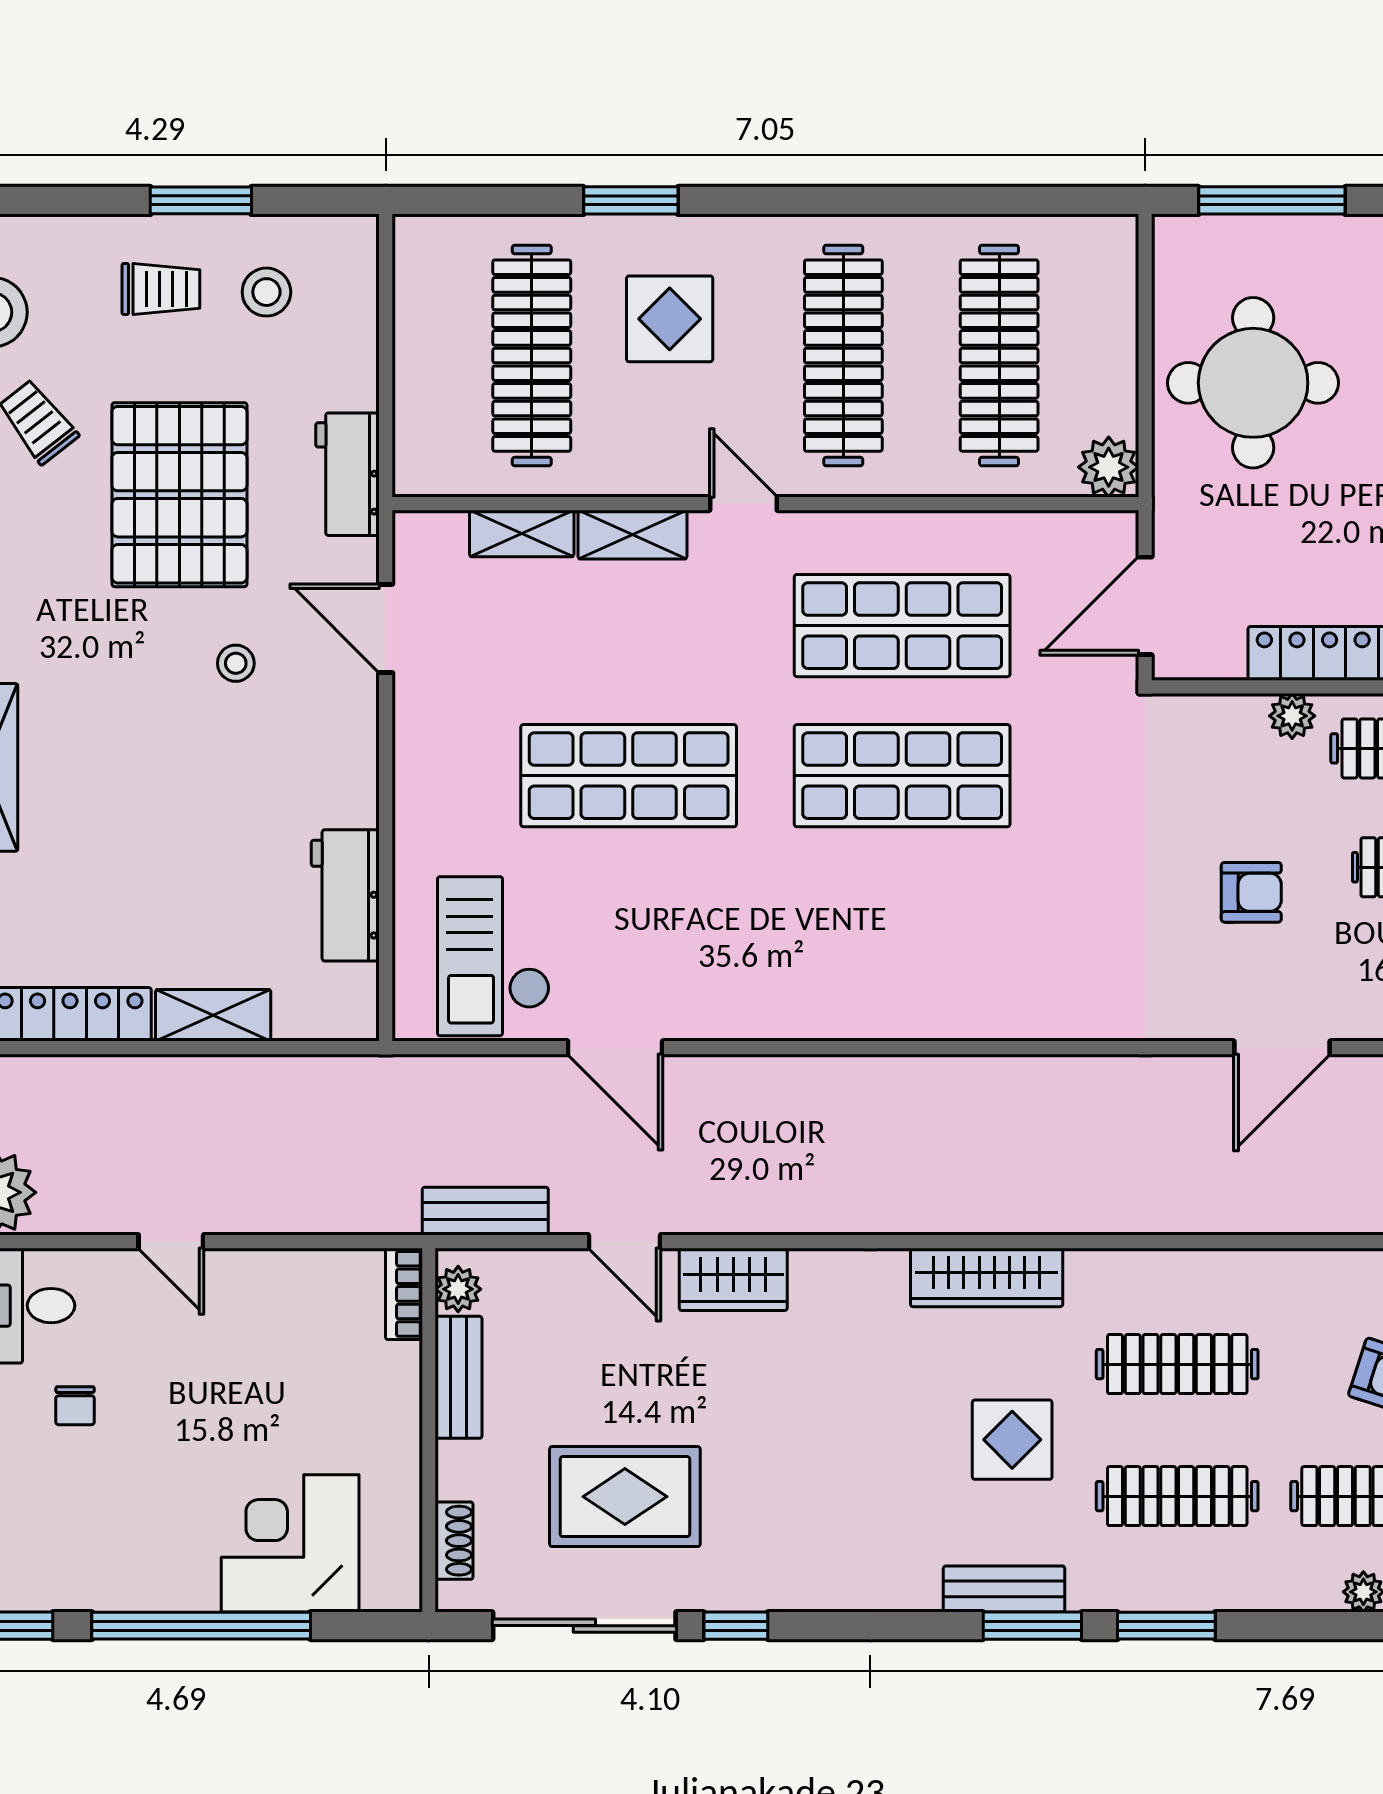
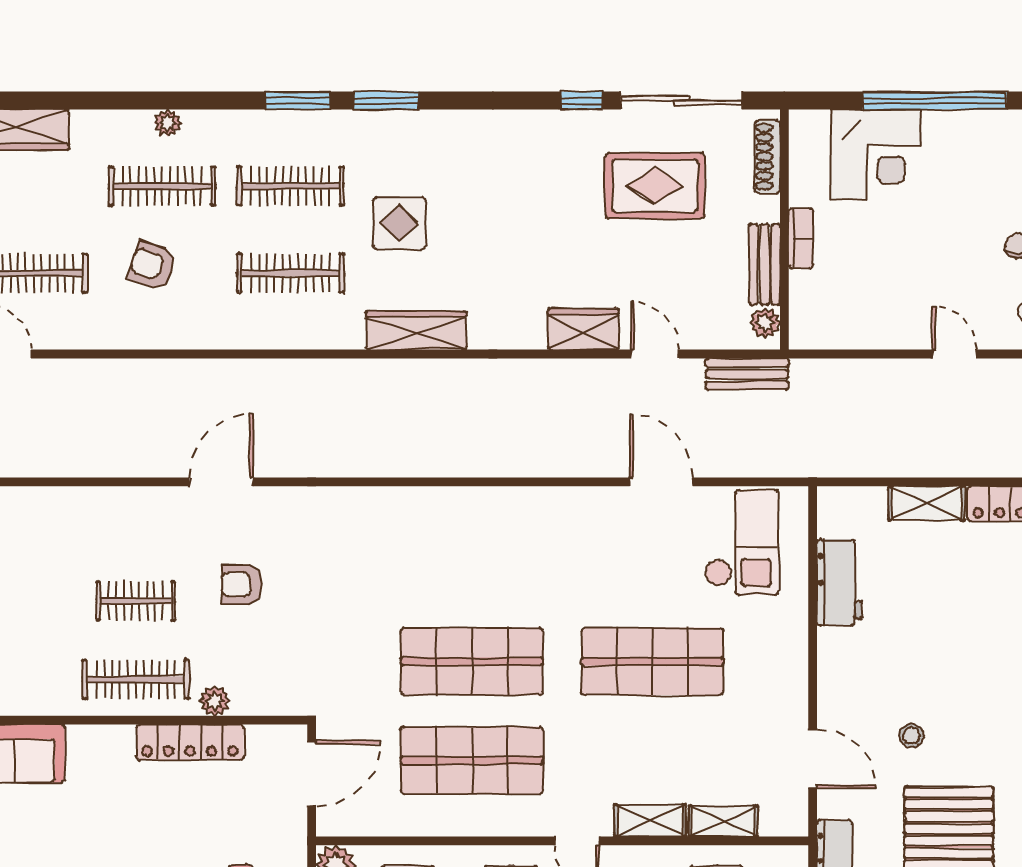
bookcase: (404, 1294) -> (801, 238), moved
shoe rack: (454, 1541) -> (768, 157), width x1.43
bench: (1004, 1589) -> (405, 125), removed

